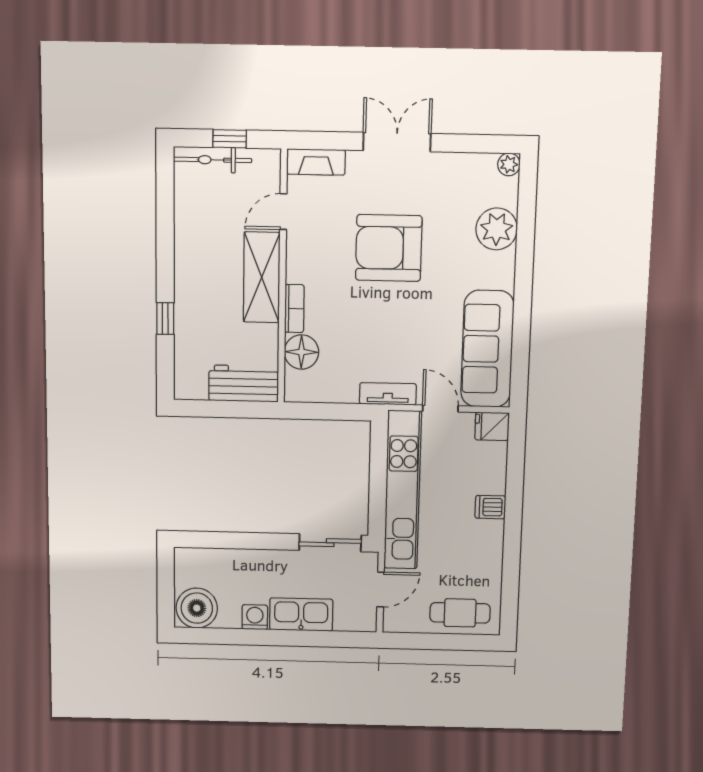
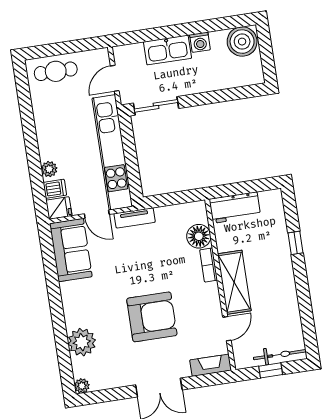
sofa: (487, 349) -> (71, 250), width x0.73
plant: (495, 482) -> (49, 169), added
dishwasher: (490, 507) -> (55, 189), moved

